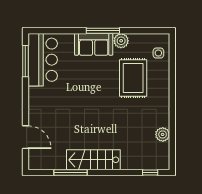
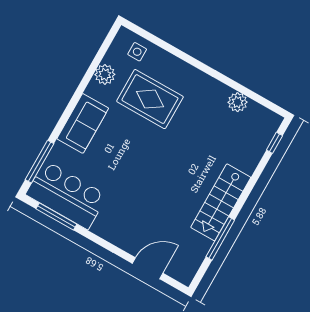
window: (103, 31) -> (40, 162), moved
plant: (121, 41) -> (105, 74), moved

